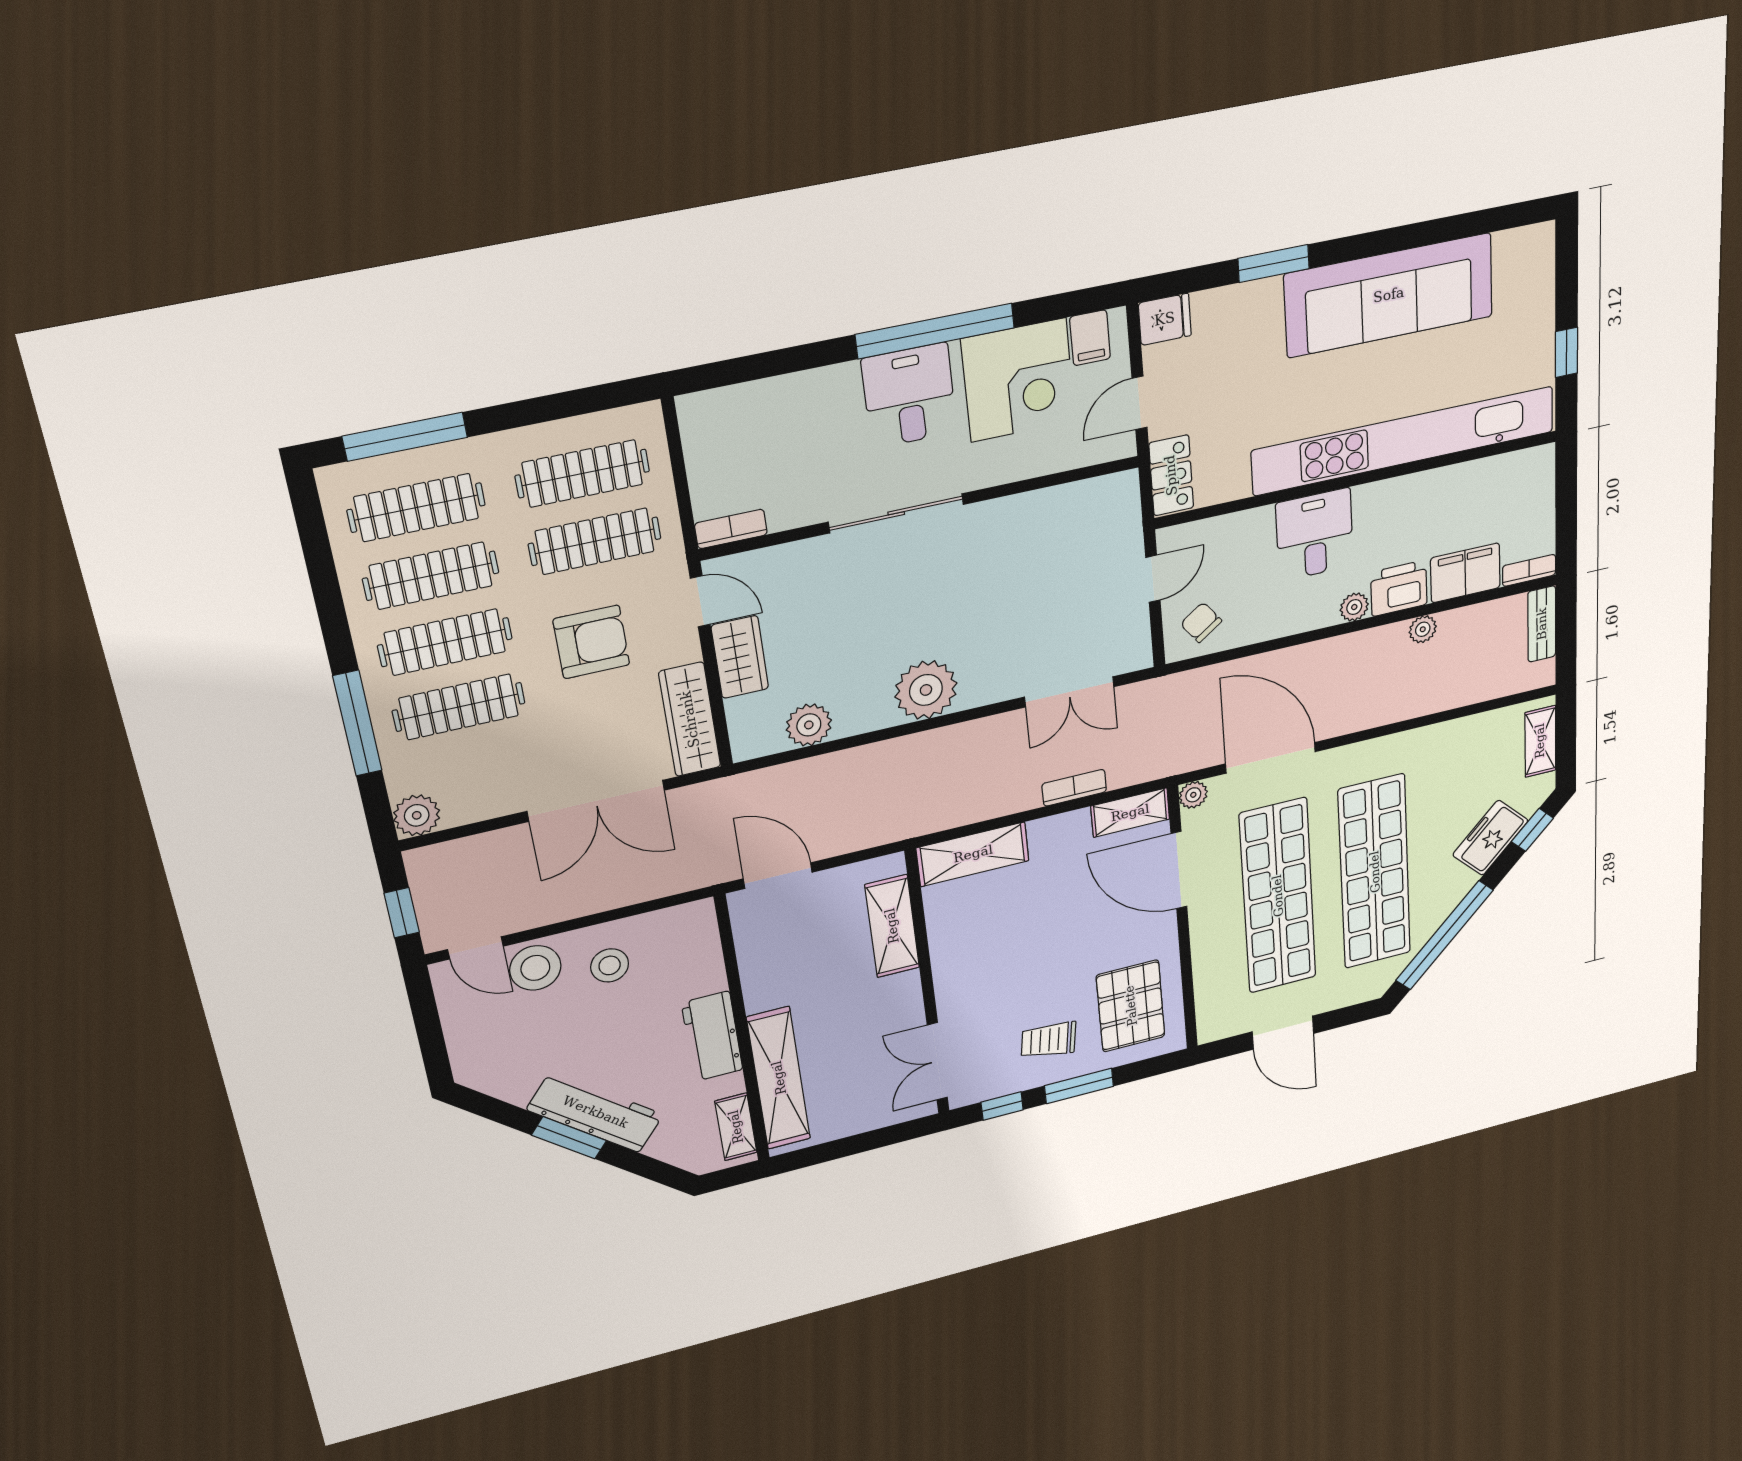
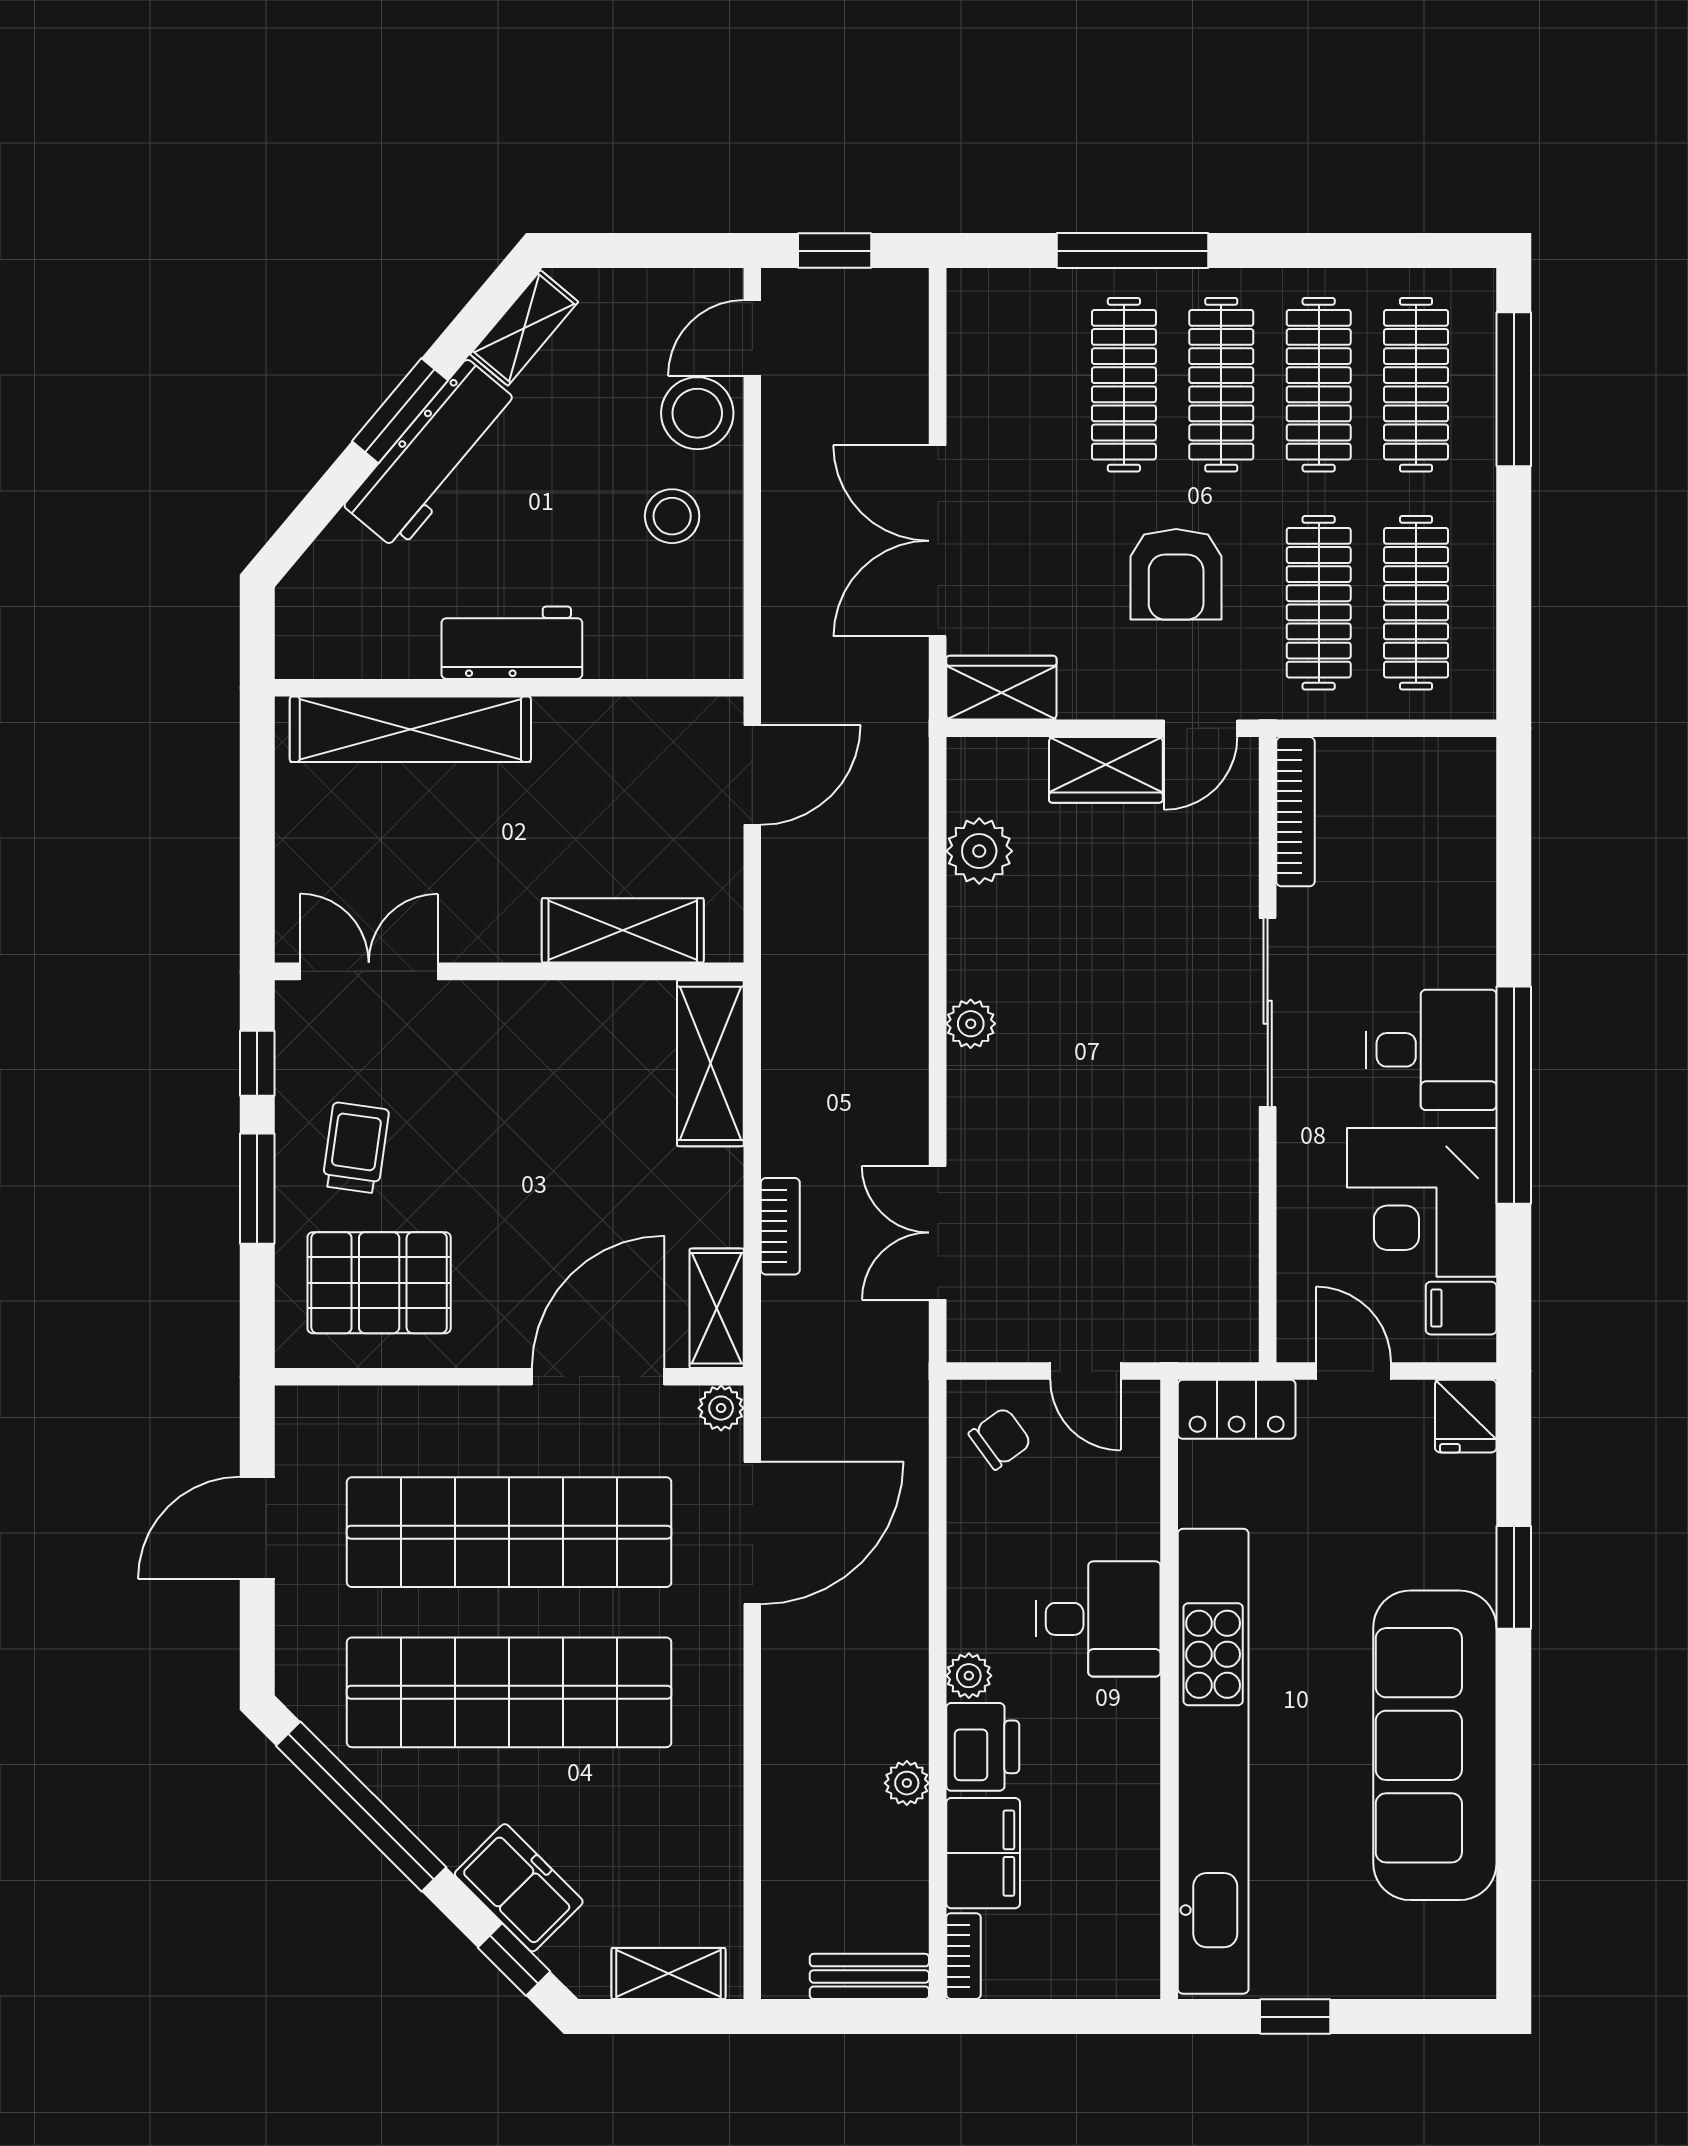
bookcase: (731, 529) -> (1295, 812), width x1.56
plant: (926, 690) -> (971, 1024), width x0.53, depth x0.53
wardrobe: (690, 719) -> (1001, 688), width x0.67
plant: (417, 815) -> (978, 299), removed
shelving: (736, 1127) -> (524, 328), moved, turned -50

